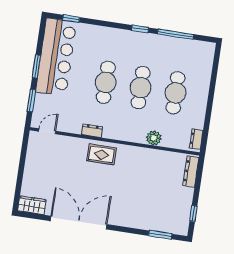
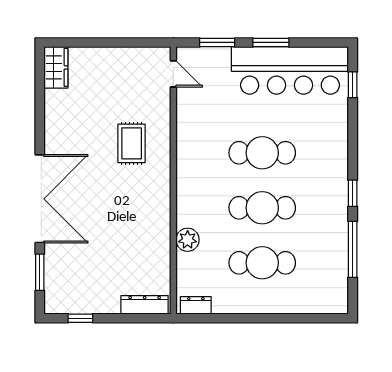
dresser: (92, 131) -> (185, 143), removed
rug: (102, 154) -> (132, 143), moved
double door: (79, 223) -> (40, 199), moved

